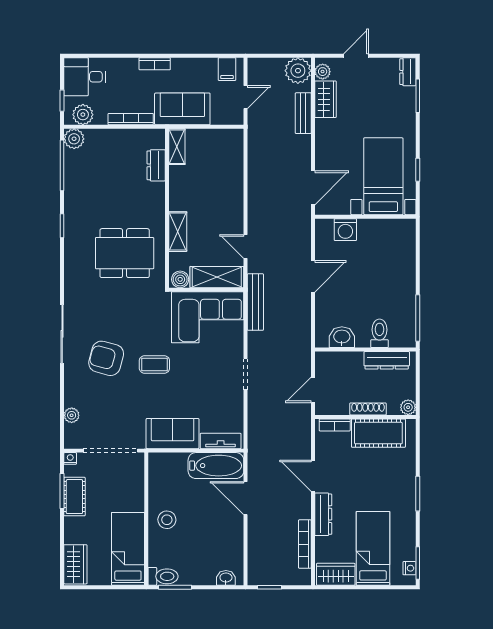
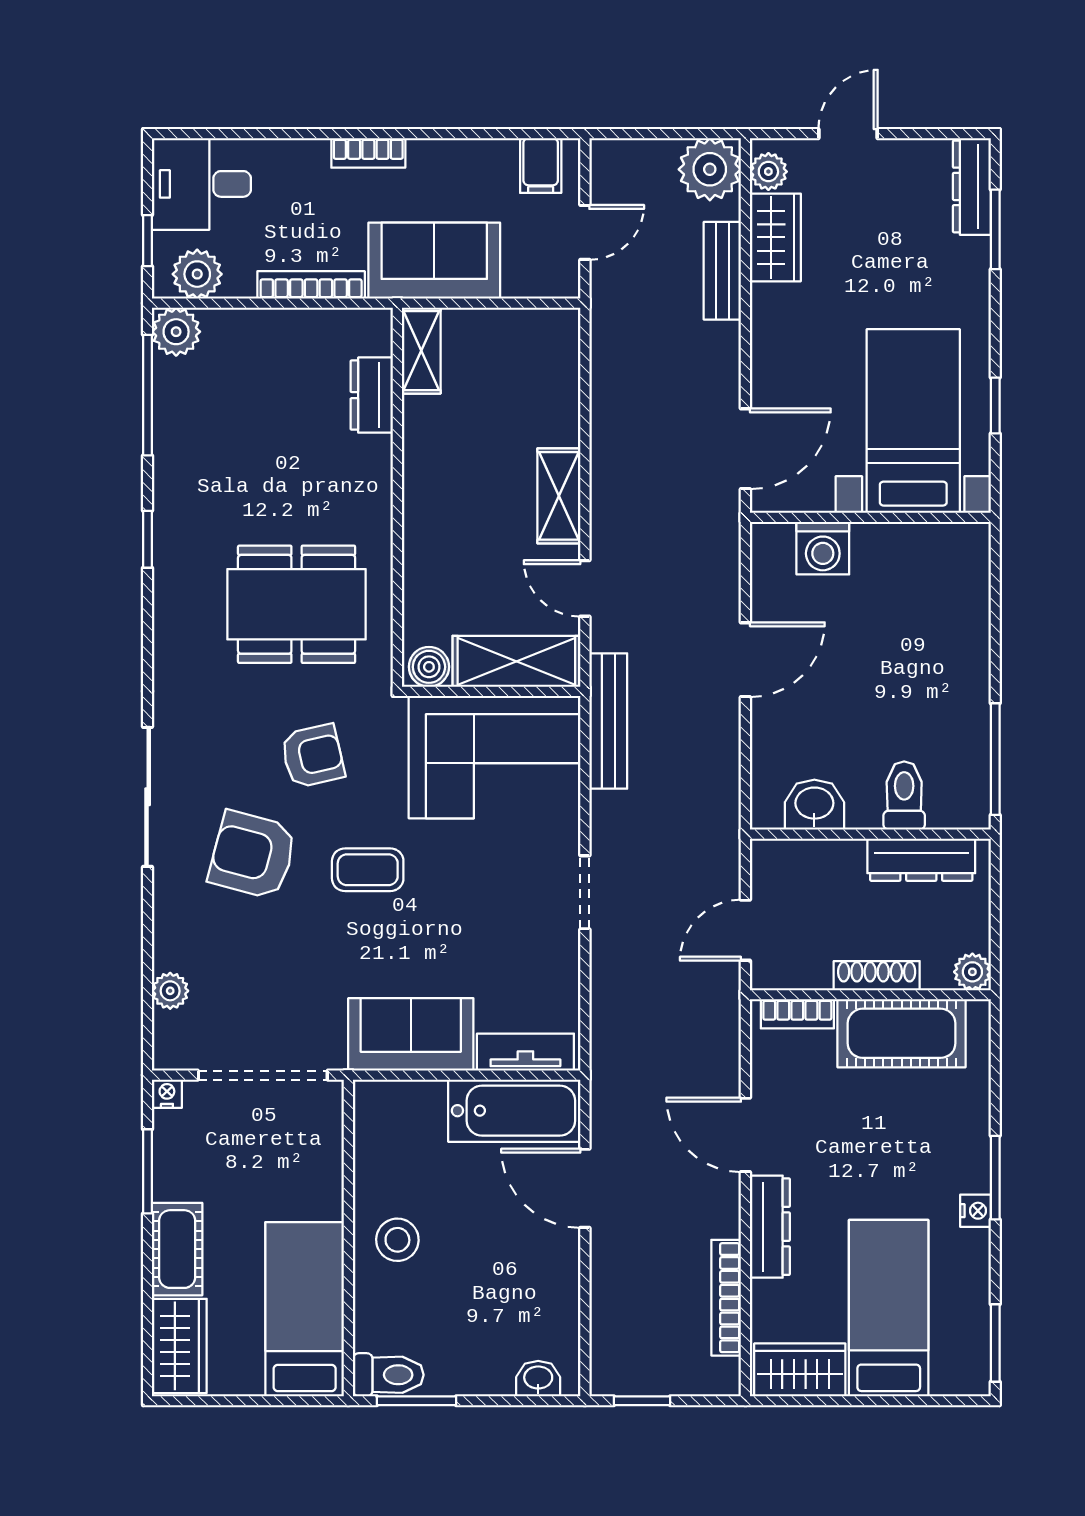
dresser: (408, 72) -> (972, 186), width x1.44
shelving: (178, 232) -> (559, 496), moved
armchair: (131, 317) -> (313, 756), added
cot: (74, 497) -> (177, 1249), moved
nightstand: (409, 568) -> (976, 1211), moved

